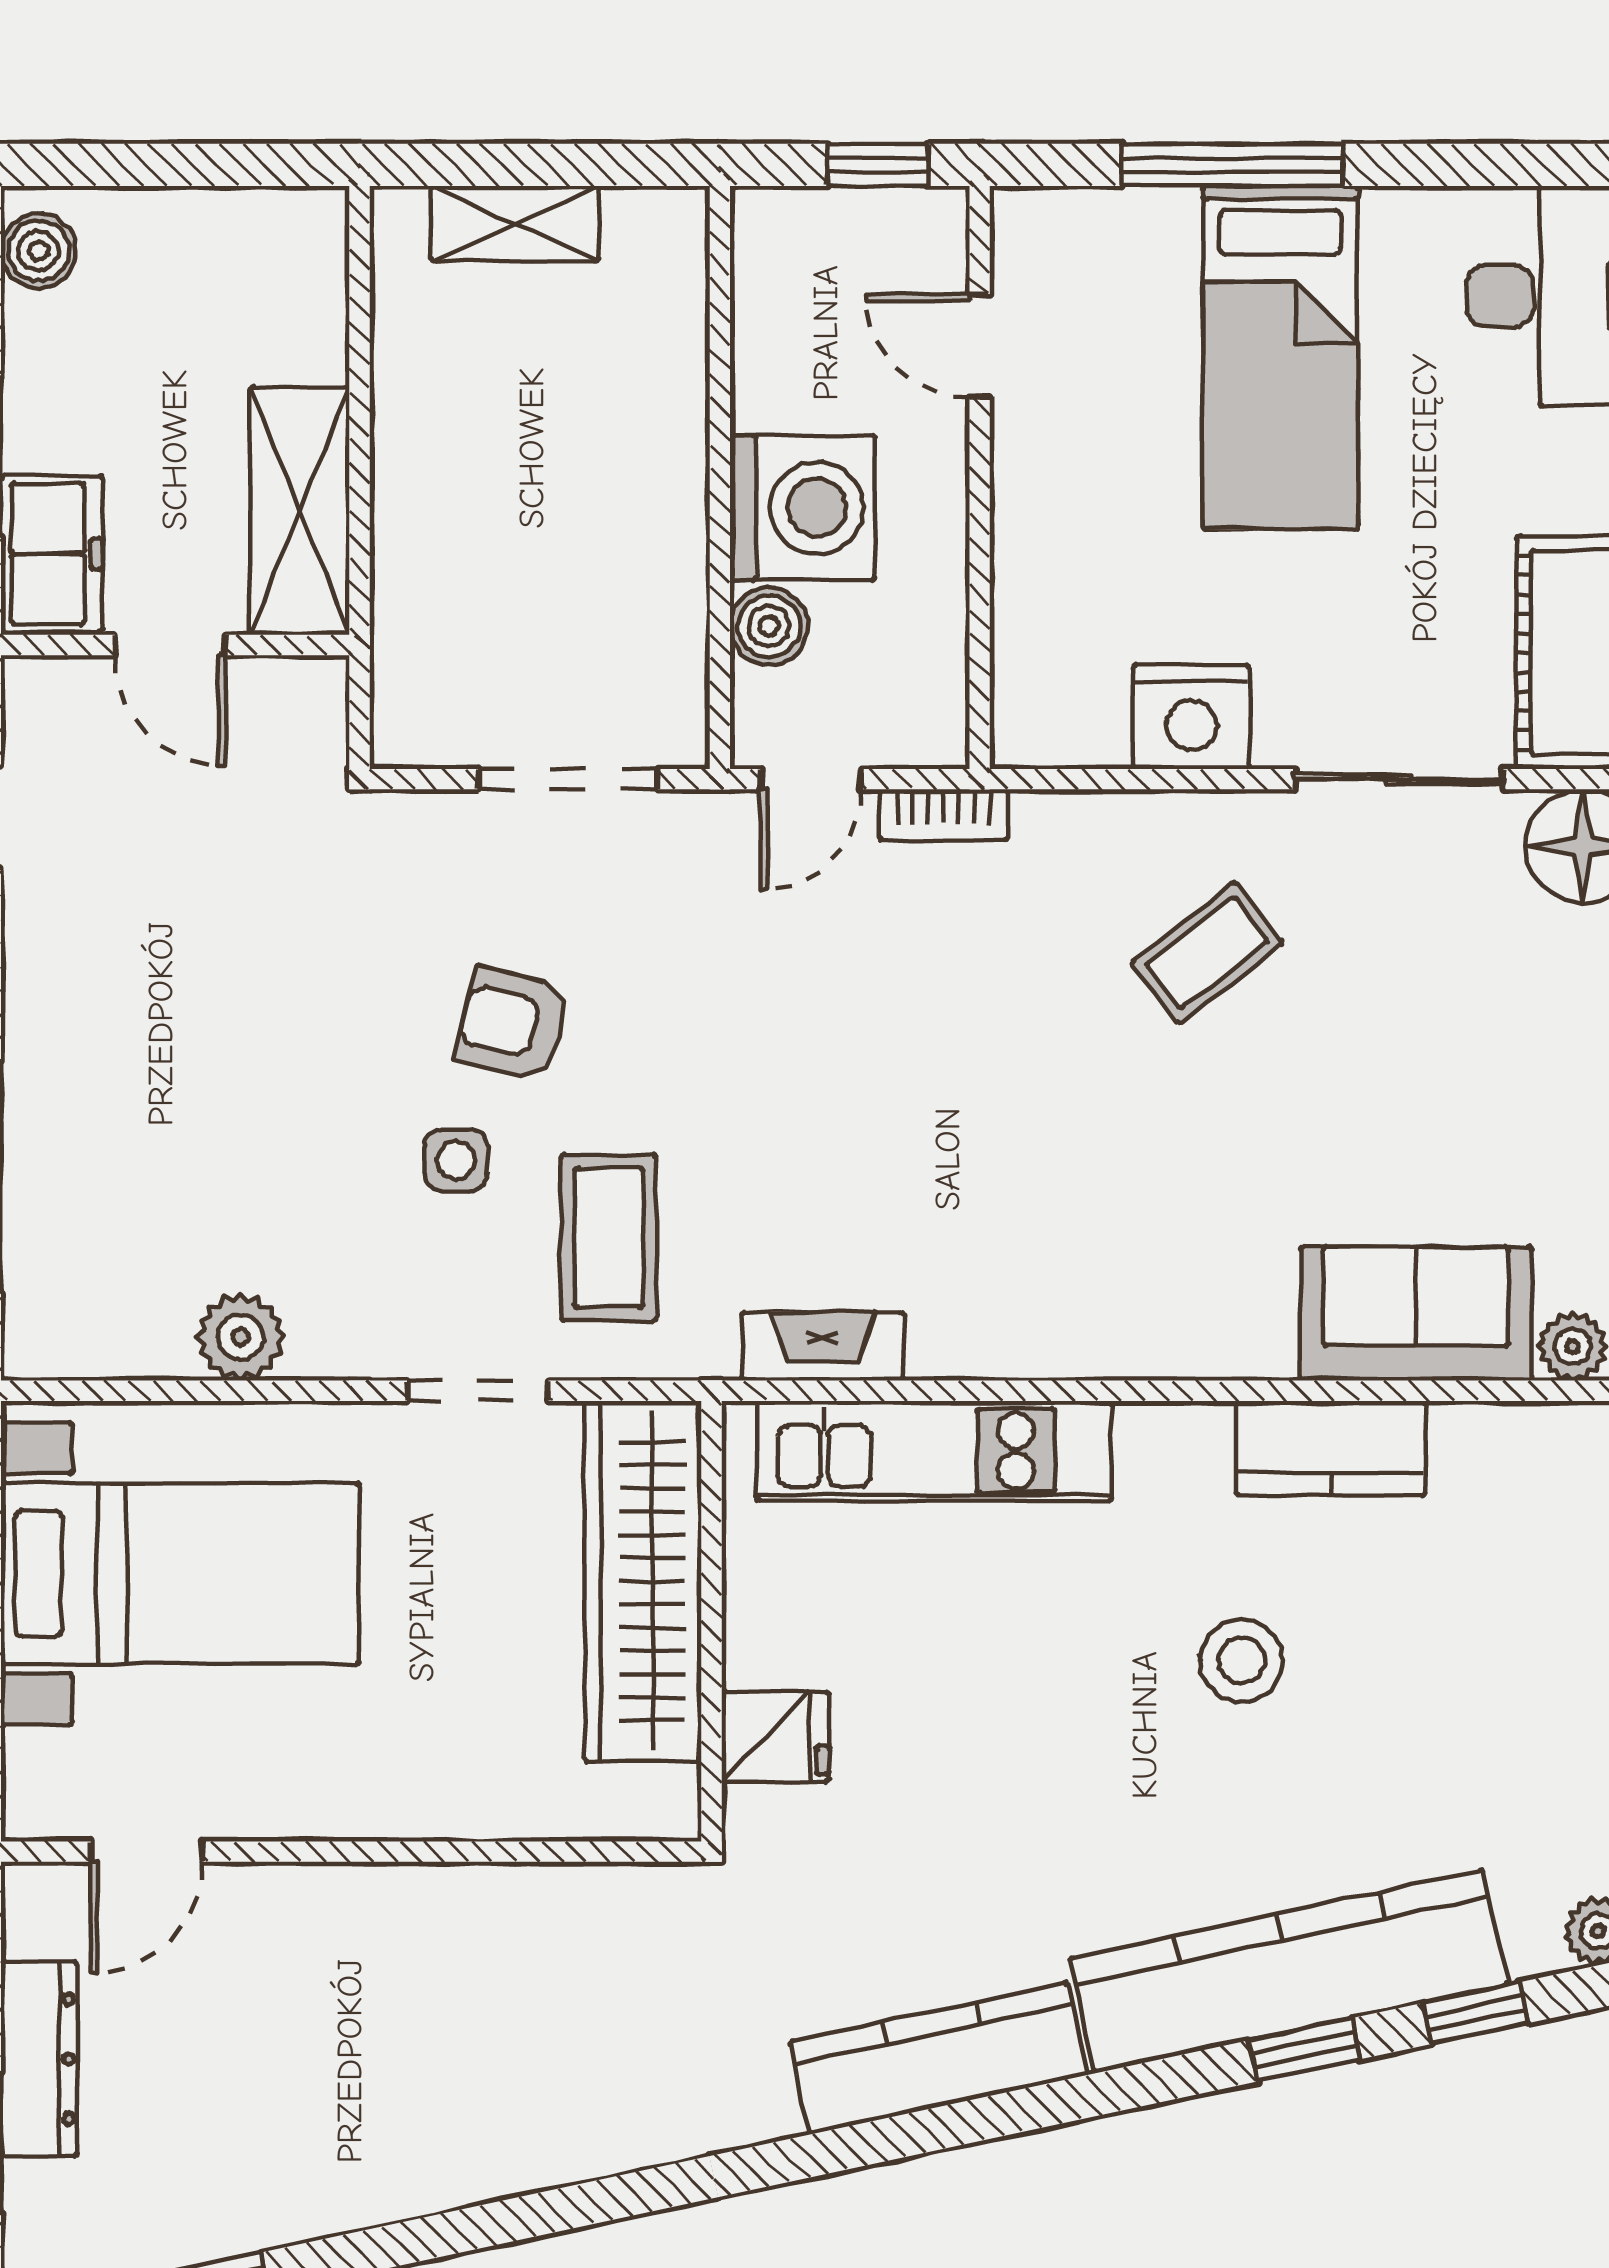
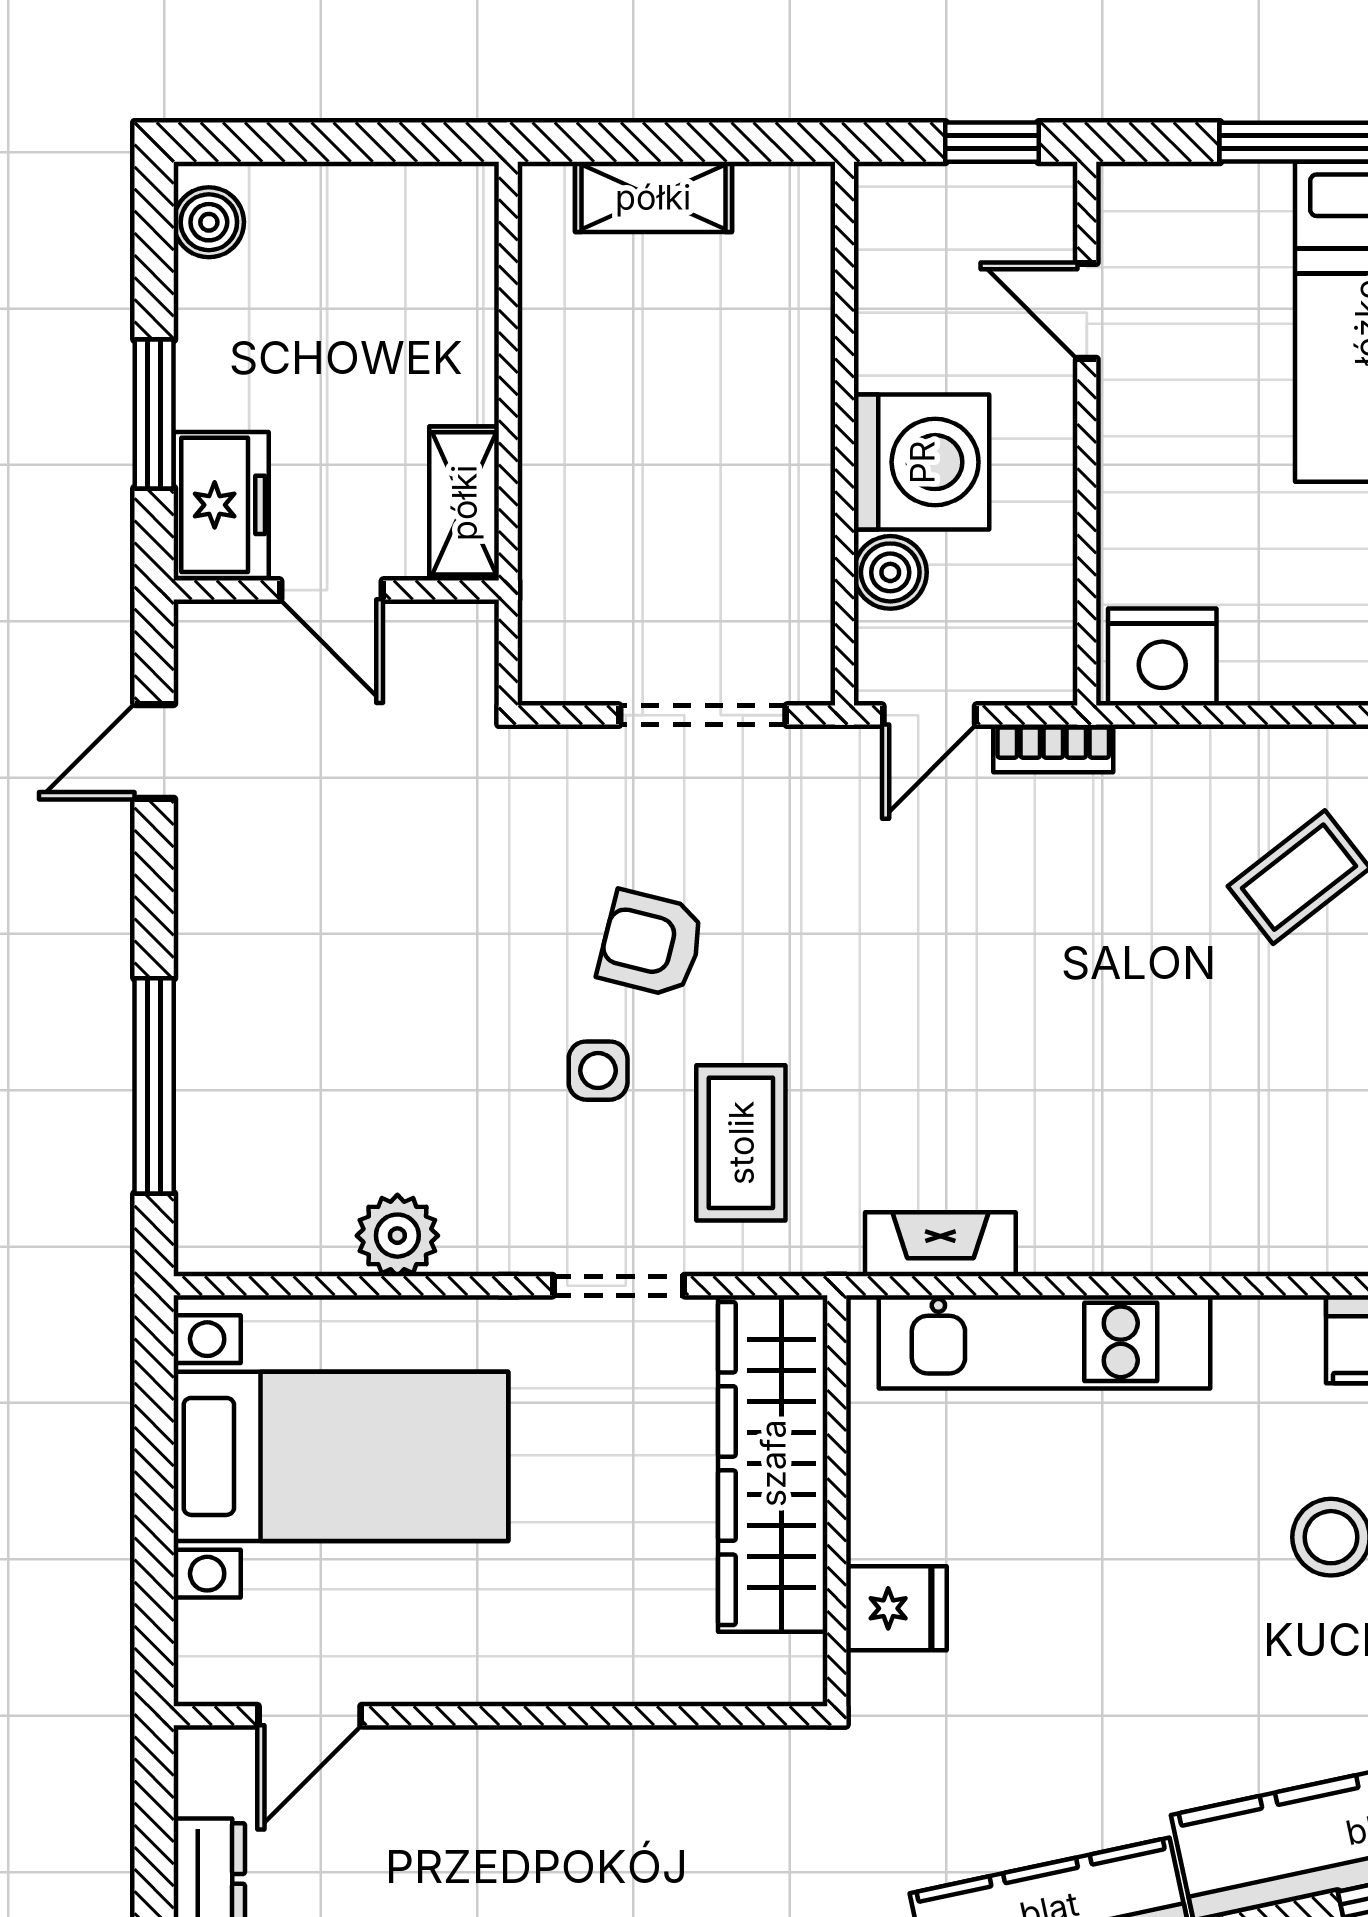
shelving: (300, 511) -> (464, 503), width x0.67, depth x0.75
nightstand: (1191, 717) -> (1162, 657), moved

